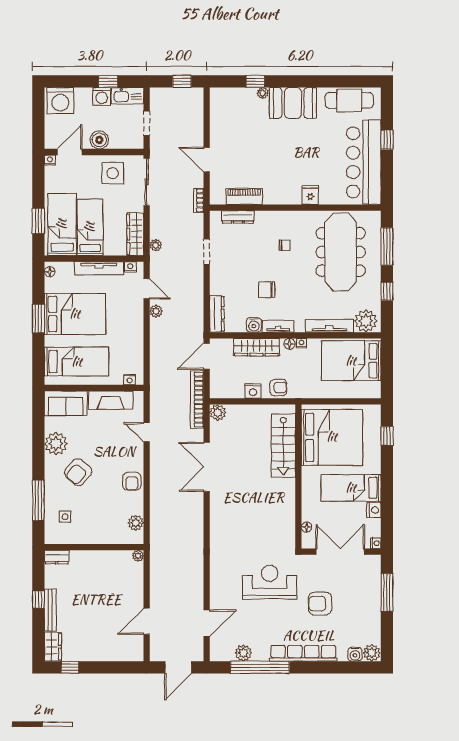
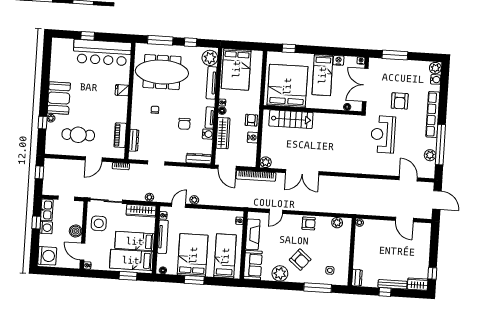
cafe table: (349, 100) -> (78, 135), moved, turned 90

